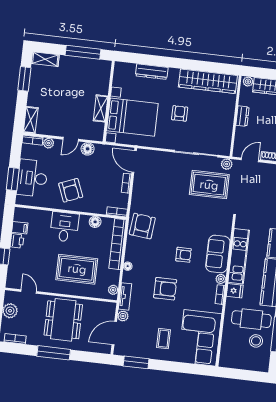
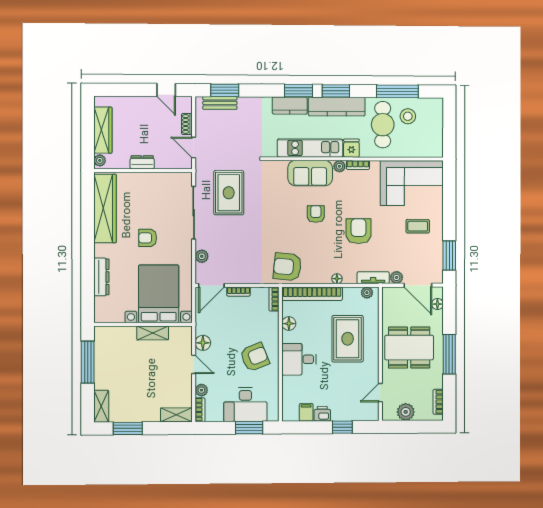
plant: (227, 164) -> (202, 256), moved
floor lamp: (97, 348) -> (437, 304), added

